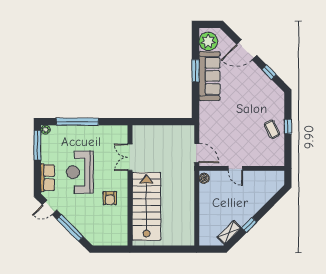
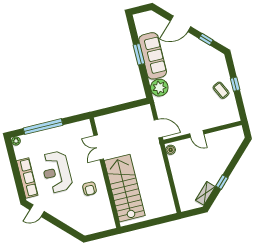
plant: (208, 41) -> (159, 88), moved
window: (37, 145) -> (12, 157), removed
row of seats: (48, 178) -> (27, 178), width x1.48
window: (70, 228) -> (60, 225), removed

